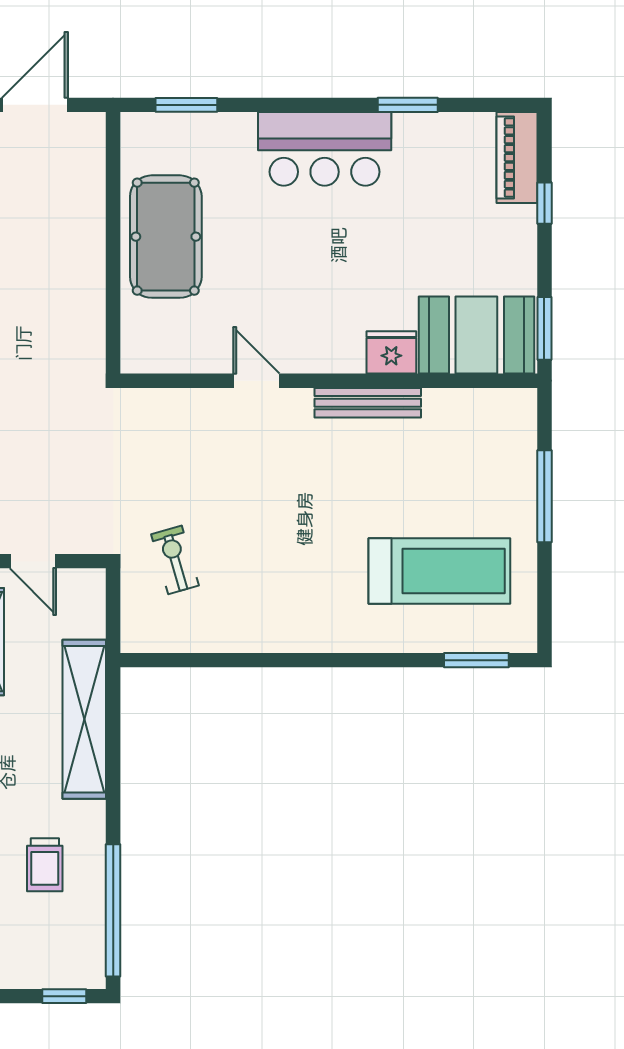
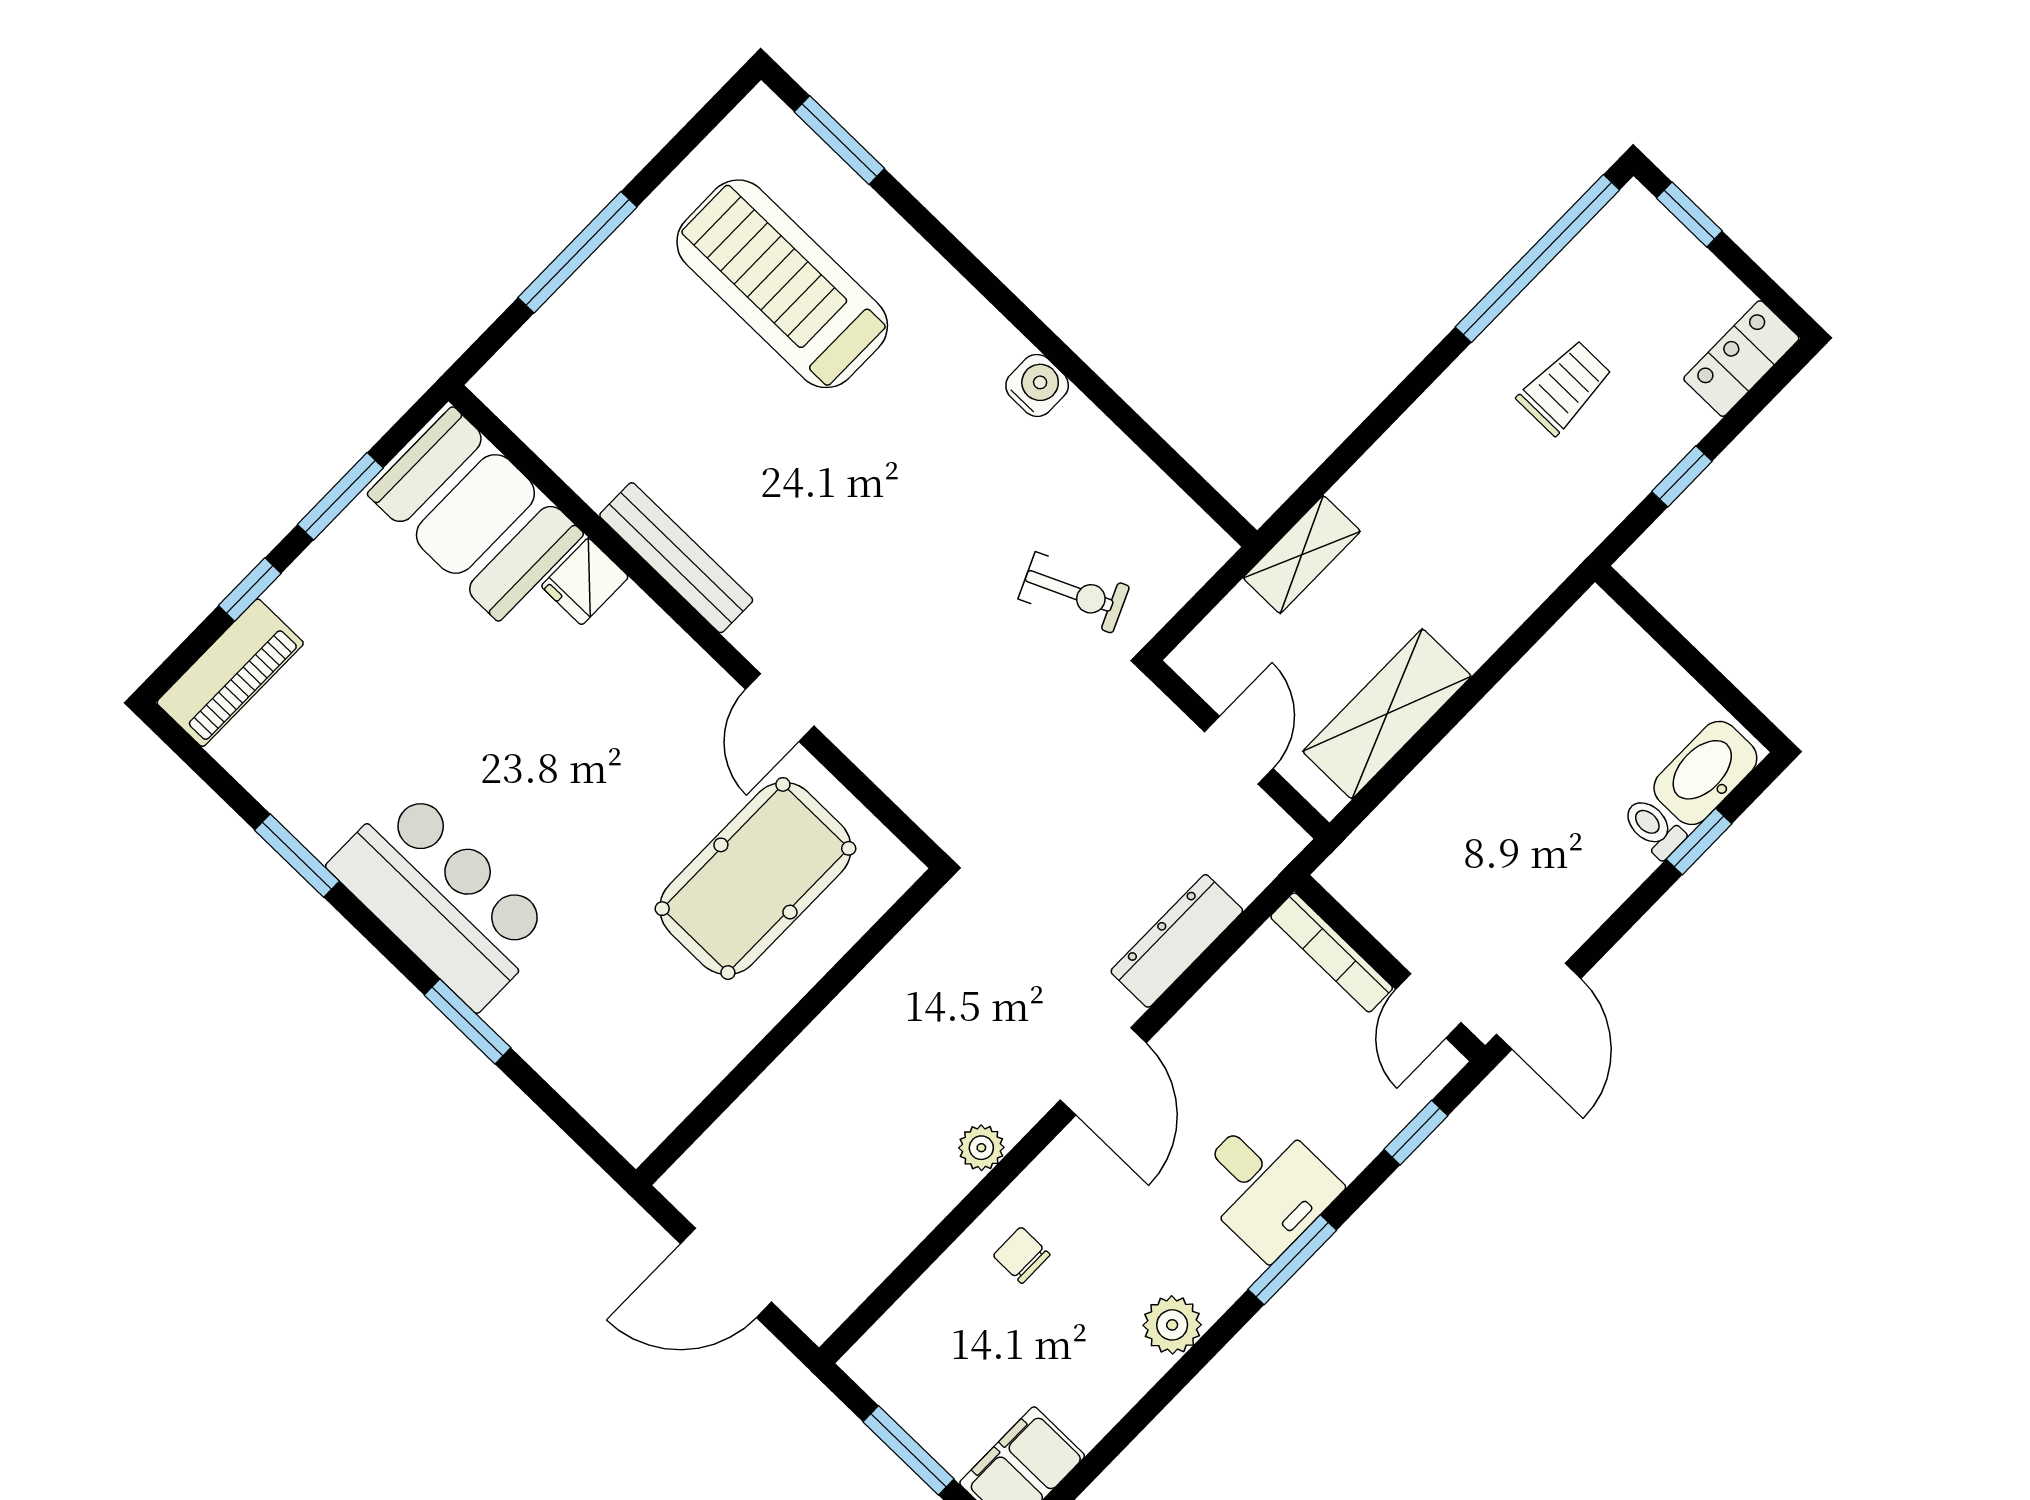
window: (186, 105) -> (467, 1021), moved
pool table: (166, 237) -> (755, 878), moved
window: (544, 328) -> (340, 496), moved
fridge: (391, 352) -> (585, 582), width x0.72
exercise bike: (175, 560) -> (1074, 593), turned -98
water cooler: (281, 636) -> (1037, 385), added
shelving: (84, 719) -> (1302, 555), width x0.45, depth x0.75

